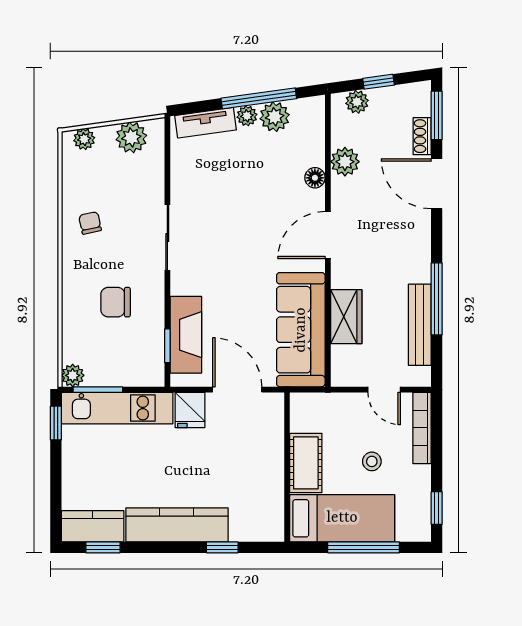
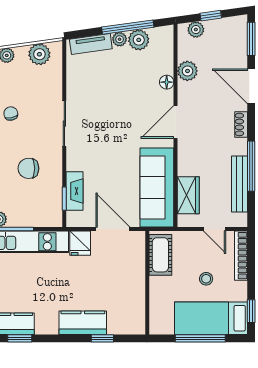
shoe rack: (422, 136) -> (241, 124), moved
wardrobe: (346, 317) -> (188, 195), moved
fireplace: (186, 335) -> (75, 191), width x0.73, depth x0.76
cot: (306, 463) -> (160, 255), moved
bed: (342, 518) -> (211, 318), moved, turned 180
kitchen counter: (177, 525) -> (83, 323), width x0.67

